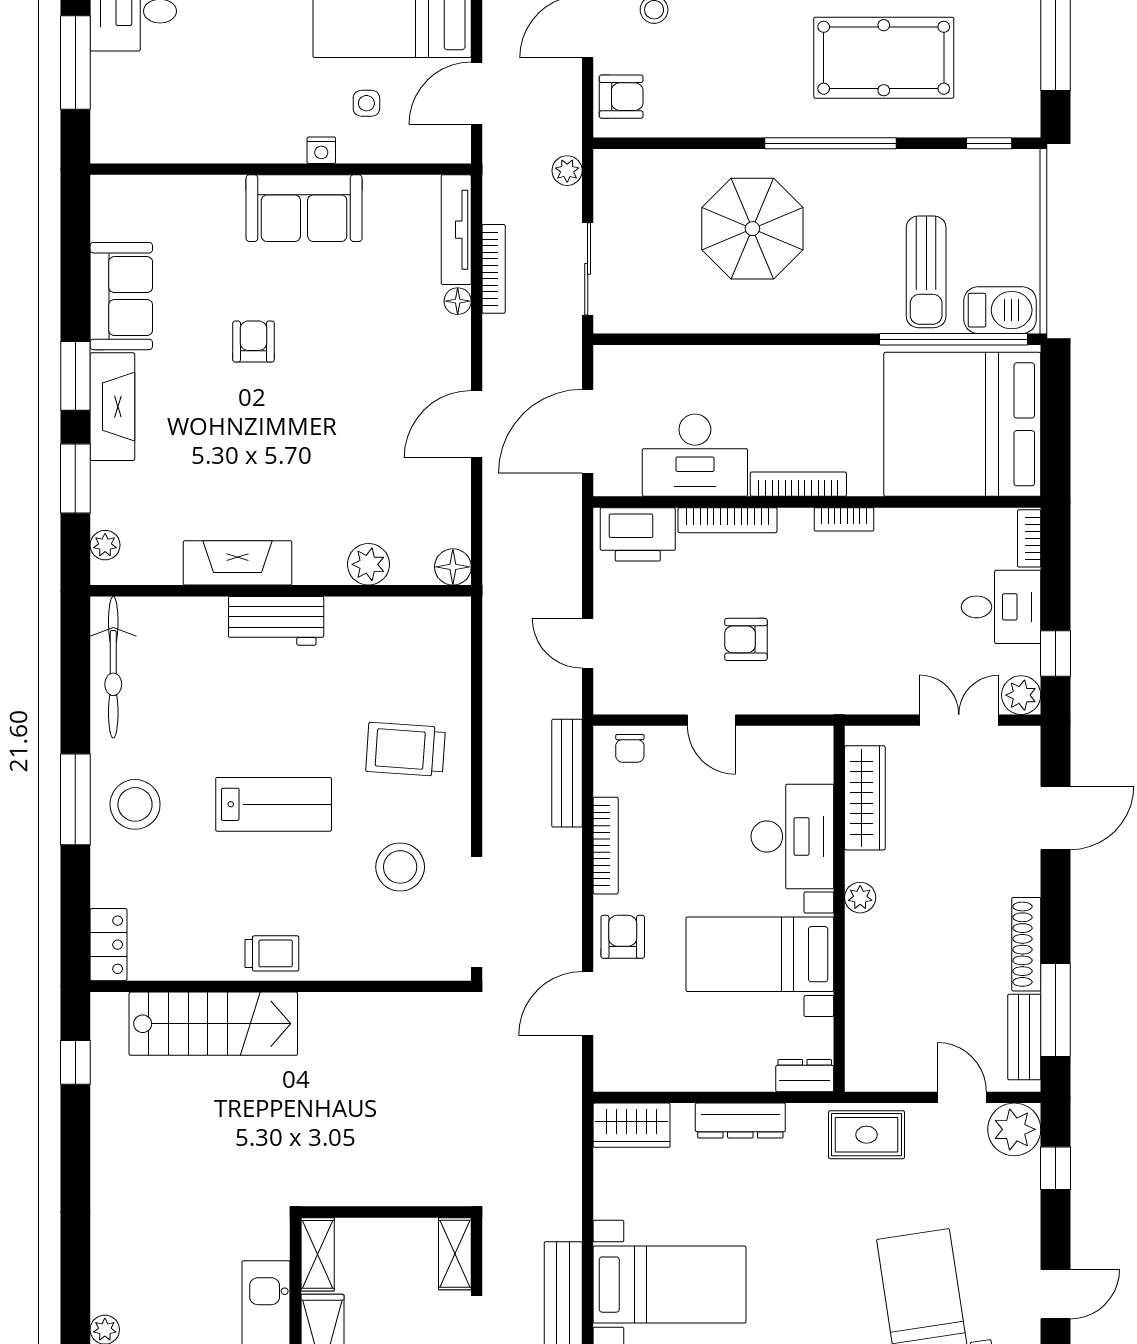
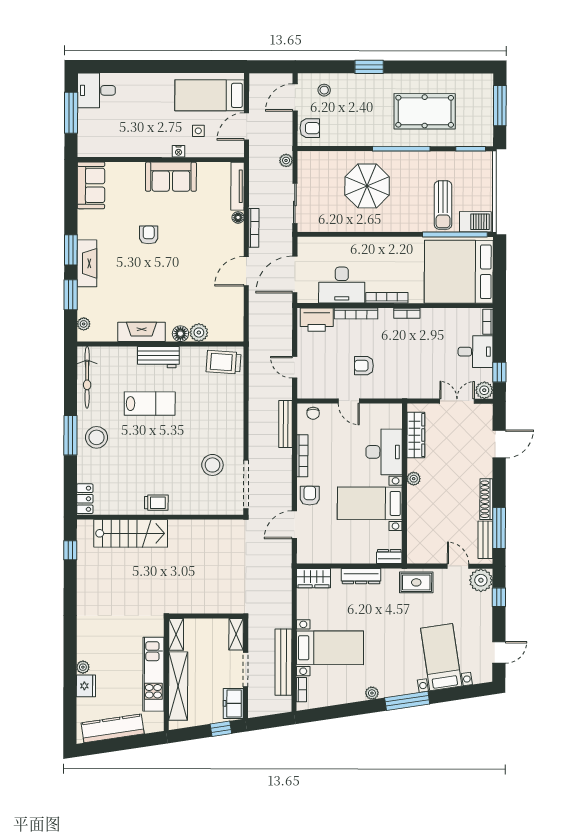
window: (989, 143) -> (471, 149), width x1.50
bookcase: (494, 269) -> (254, 228), moved
sofa: (121, 296) -> (91, 185), moved
floor lamp: (453, 567) -> (180, 334), moved
trolley: (406, 749) -> (224, 362), moved
lab bench: (274, 804) -> (150, 404), moved

